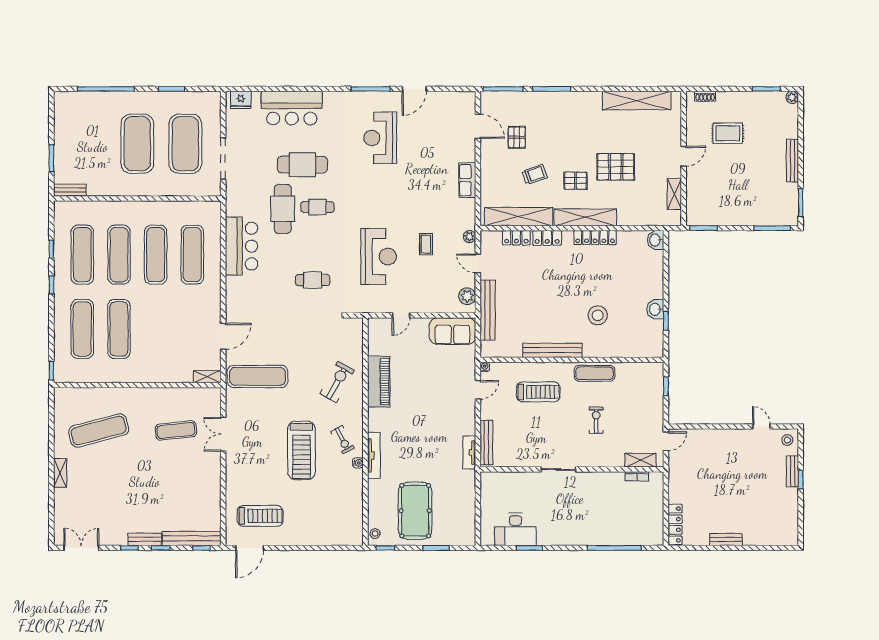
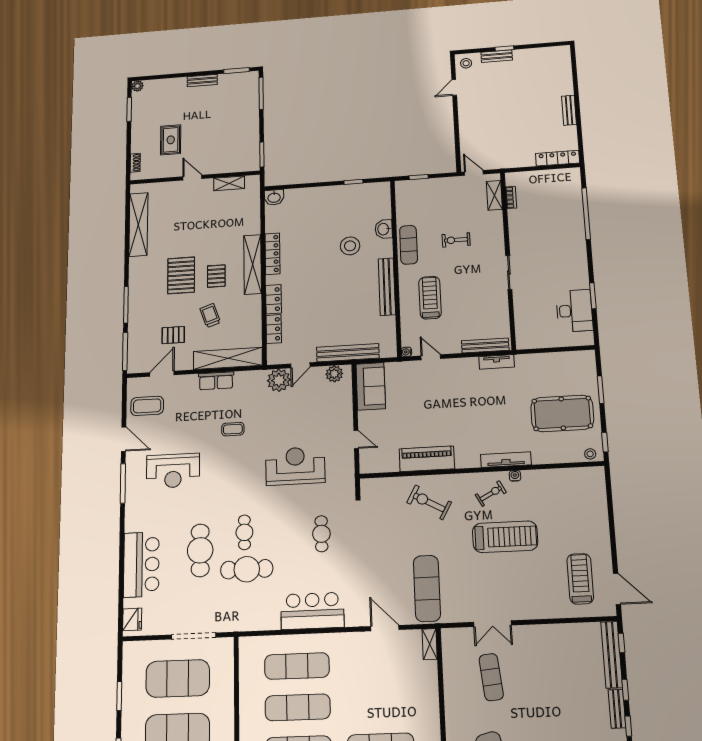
coffee table: (446, 112) -> (147, 406), added
bench: (792, 161) -> (202, 81), width x0.73
pallet: (616, 167) -> (181, 275), moved
shelving: (519, 217) -> (228, 358), moved, turned 90
plant: (469, 237) -> (279, 380), width x1.87, depth x1.87
coffee table: (426, 244) -> (233, 429), moved
bar counter: (242, 246) -> (312, 611), moved
washbasin: (655, 309) -> (384, 229), moved, turned 90

